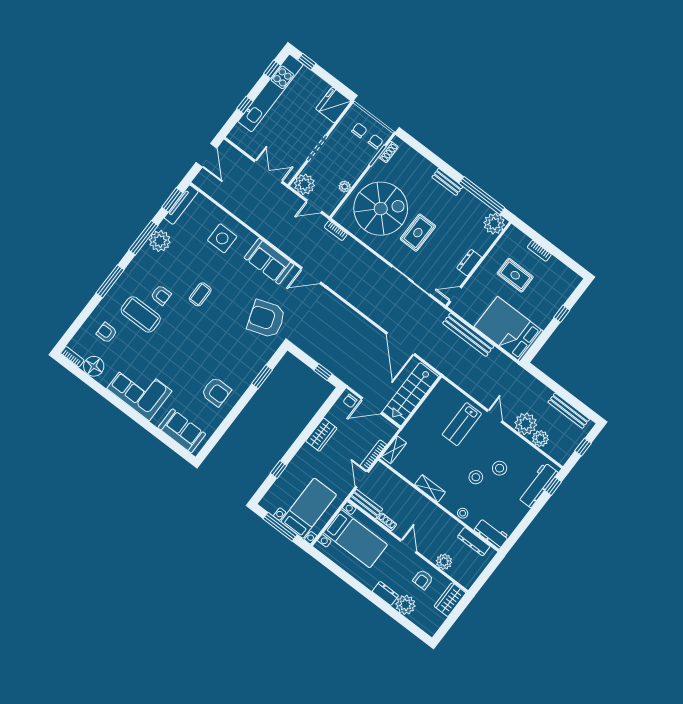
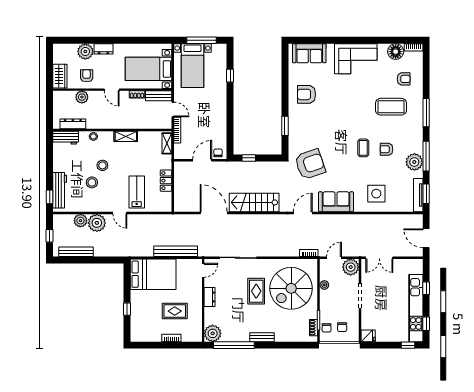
fridge: (333, 105) -> (368, 336), width x0.53, depth x0.75
armchair: (161, 295) -> (386, 149), moved
stairs: (410, 394) -> (254, 202), moved, turned -90
locker: (424, 413) -> (166, 181), added
wardrobe: (321, 435) -> (220, 118), removed

